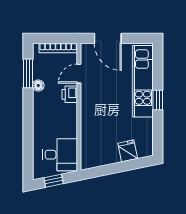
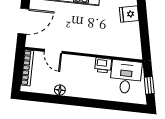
window: (28, 73) -> (48, 98), removed
printer: (70, 94) -> (103, 65), moved

